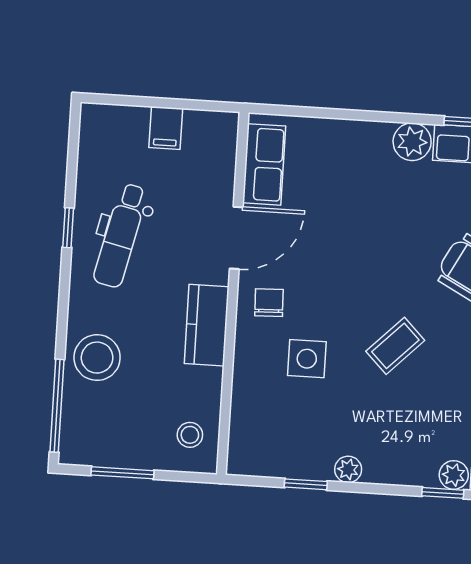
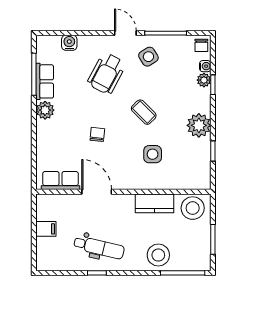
chair: (269, 303) -> (97, 134), moved, turned 98
kitchen counter: (207, 325) -> (155, 203), moved
stool: (190, 435) -> (193, 208), width x1.89, depth x1.89
plant: (348, 469) -> (199, 125), width x1.87, depth x1.87

